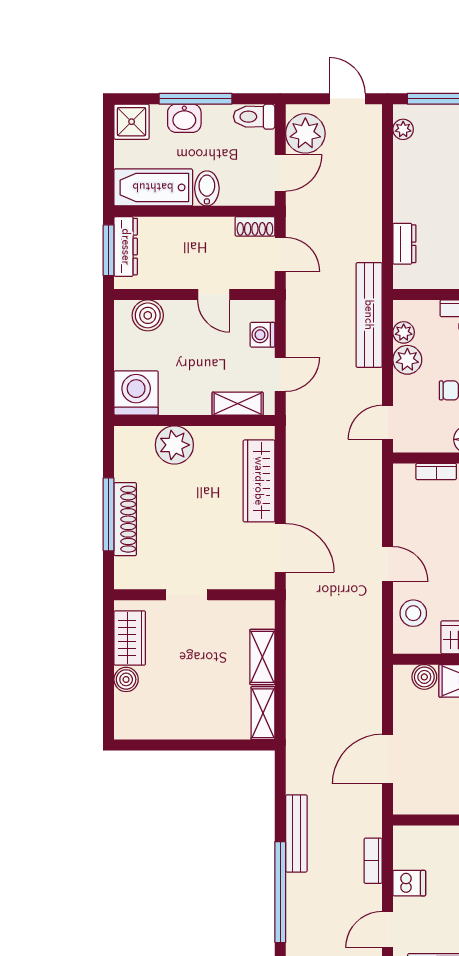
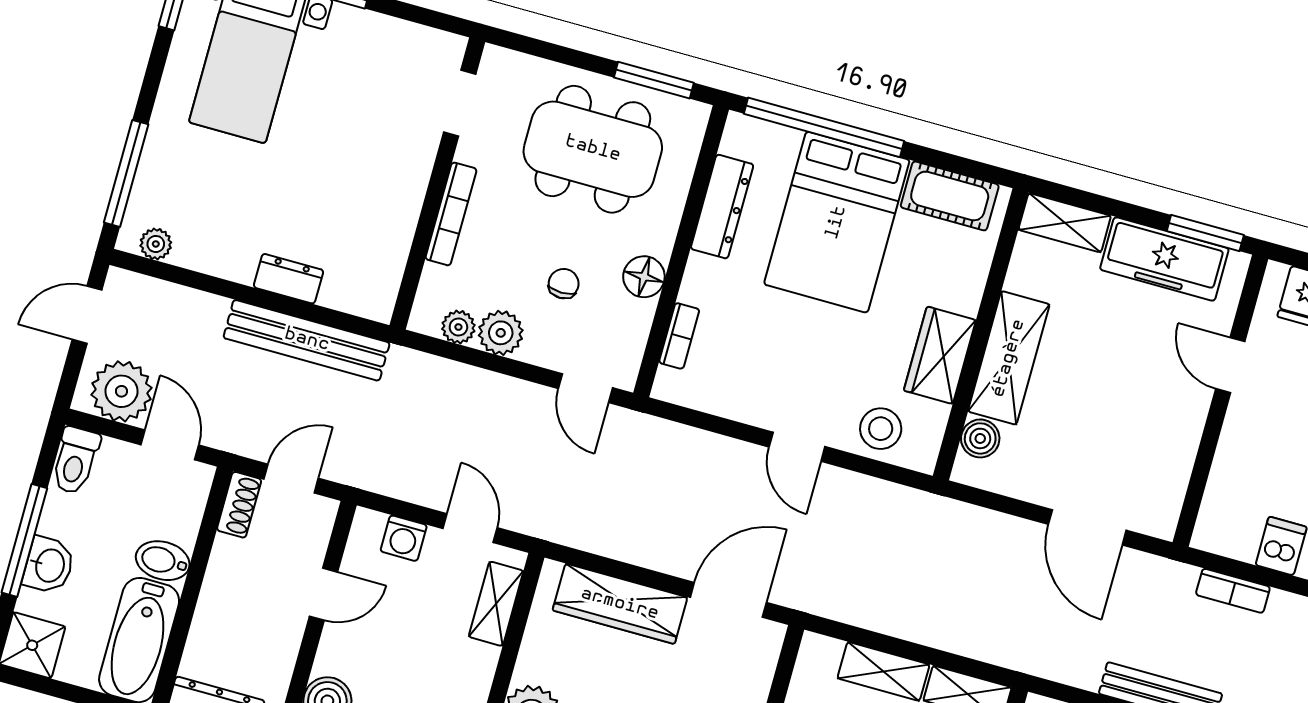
dresser: (404, 244) -> (288, 279), moved
bench: (369, 315) -> (307, 340), moved
door: (387, 564) -> (797, 447), swing flipped

